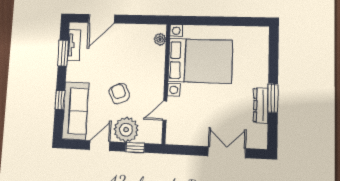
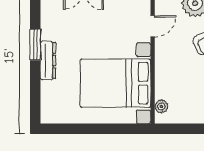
dresser: (261, 105) -> (48, 60), moved

